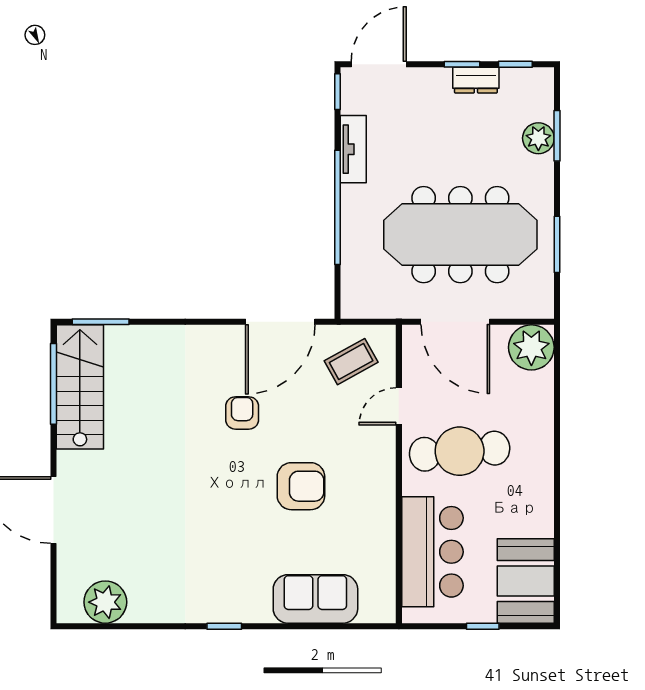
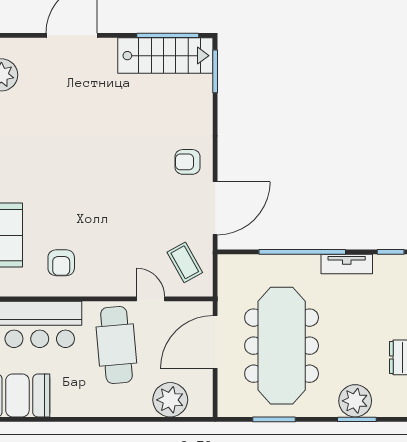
plant: (538, 138) -> (355, 401), width x1.36, depth x1.36
door: (280, 322) -> (215, 208), swing flipped
plant: (531, 347) -> (170, 400), moved
armchair: (242, 413) -> (188, 162), moved, turned 180
armchair: (301, 486) -> (61, 263), moved, width x0.72, depth x0.72

